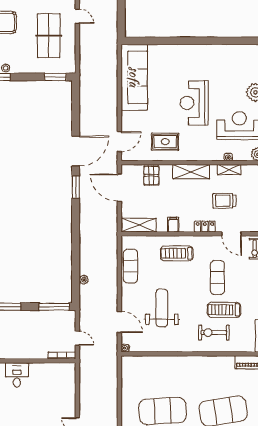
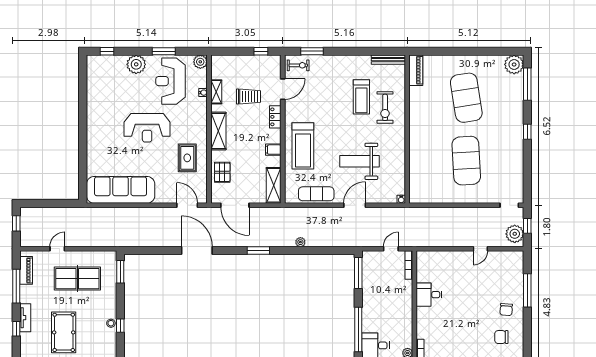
pallet: (151, 175) -> (222, 172), turned 90
window: (76, 187) -> (258, 251), moved
door: (119, 188) -> (235, 205), hinge flipped
trolley: (224, 201) -> (248, 97), turned -90
treadmill: (177, 253) -> (303, 146), width x1.37, depth x1.38
exercise mat: (217, 277) -> (328, 104), removed
plant: (84, 280) -> (300, 242), moved
door: (119, 322) -> (355, 205), moved
desk: (17, 375) -> (429, 295), moved

